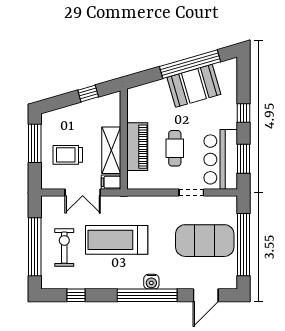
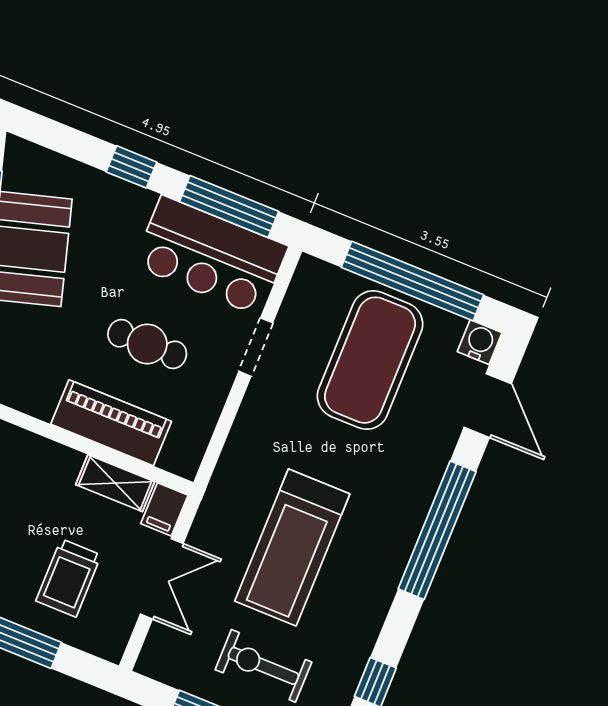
shelving: (111, 150) -> (115, 483), width x0.67, depth x0.75
window: (243, 159) -> (229, 207), width x1.44
water cooler: (151, 282) -> (480, 342), moved, turned -90

